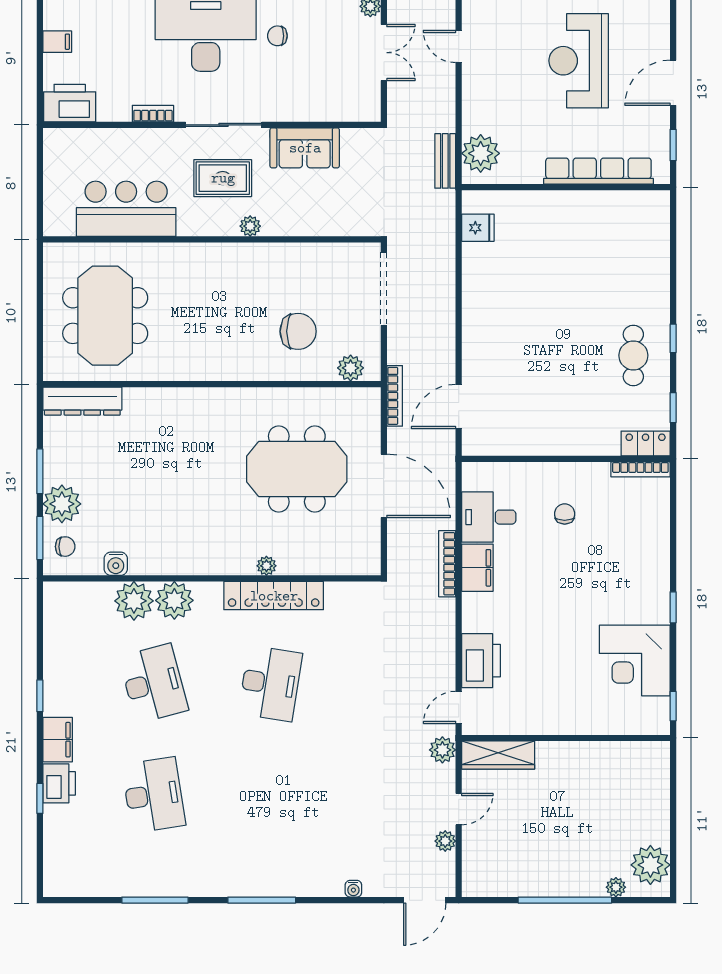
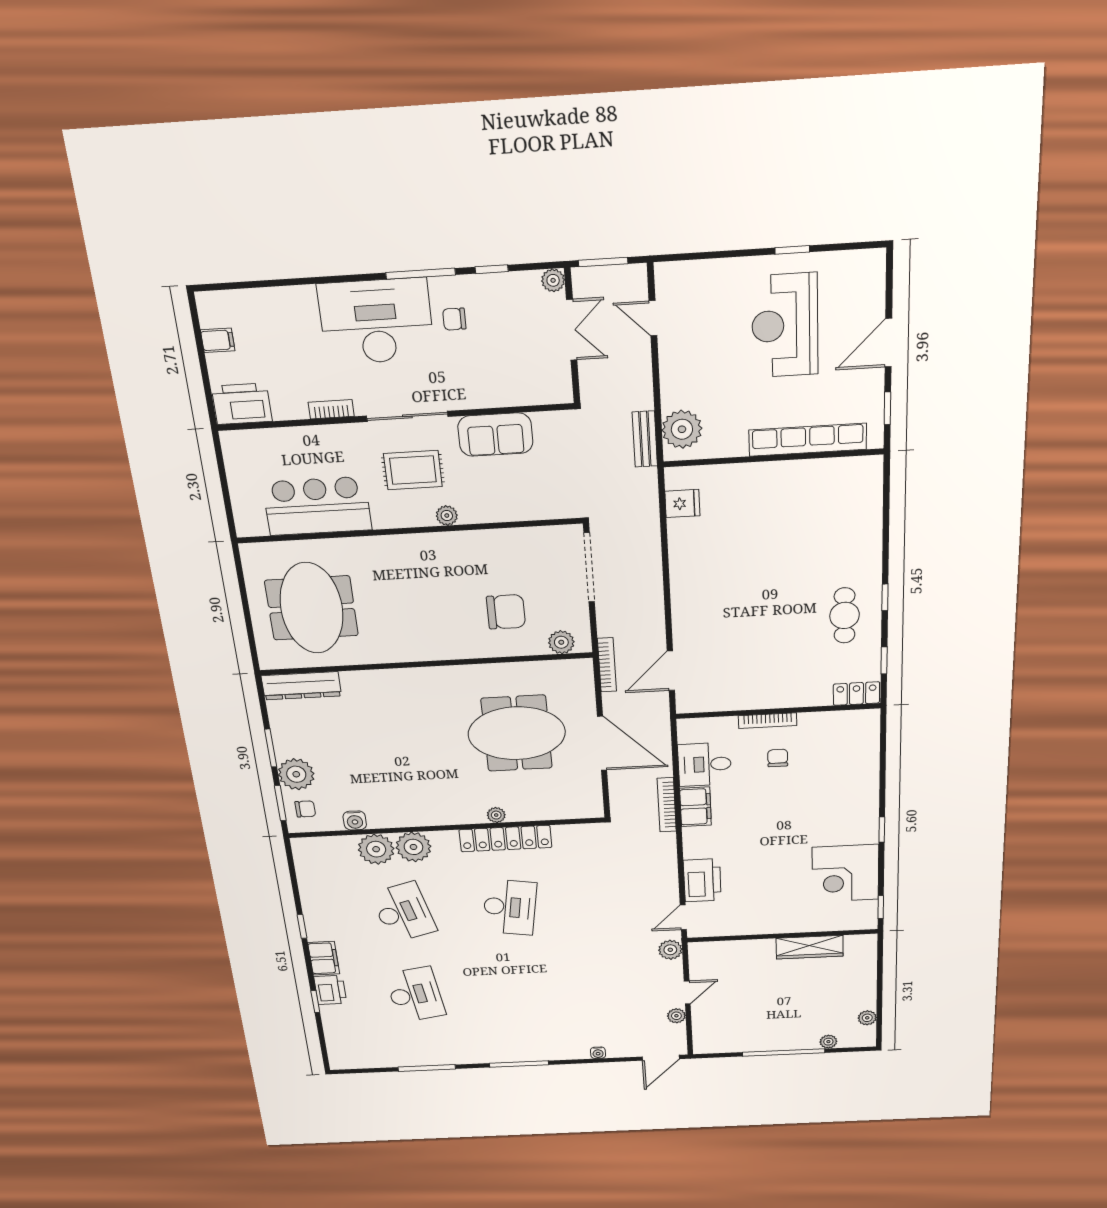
bookcase: (640, 469) -> (768, 721), moved
wardrobe: (498, 755) -> (810, 947), moved
plant: (650, 865) -> (867, 1018), width x0.53, depth x0.53

